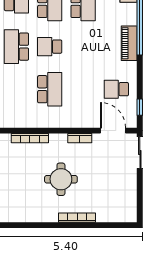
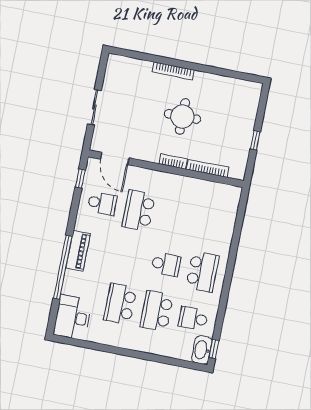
school desk: (50, 89) -> (139, 210), moved
bookcase: (80, 138) -> (173, 161), moved
sliding door: (140, 153) -> (94, 107), moved

